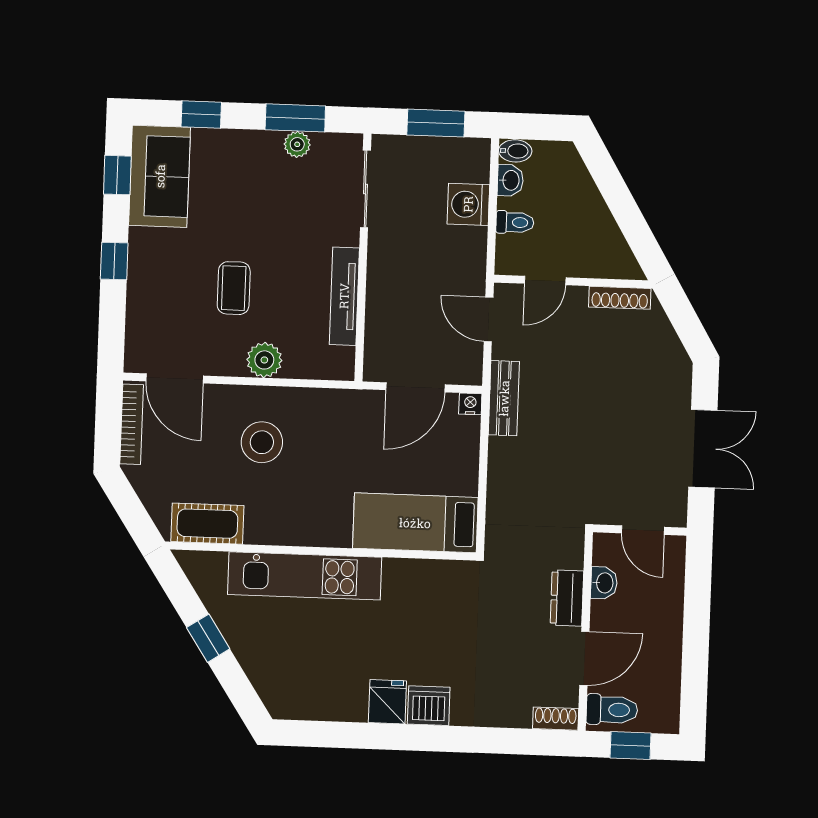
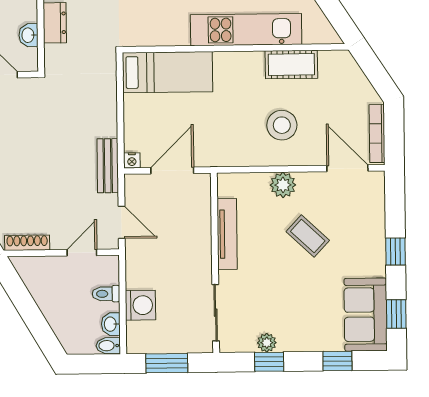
window: (295, 118) -> (269, 362), width x0.67
coffee table: (234, 288) -> (308, 236), turned -47
cot: (207, 524) -> (291, 65), moved

